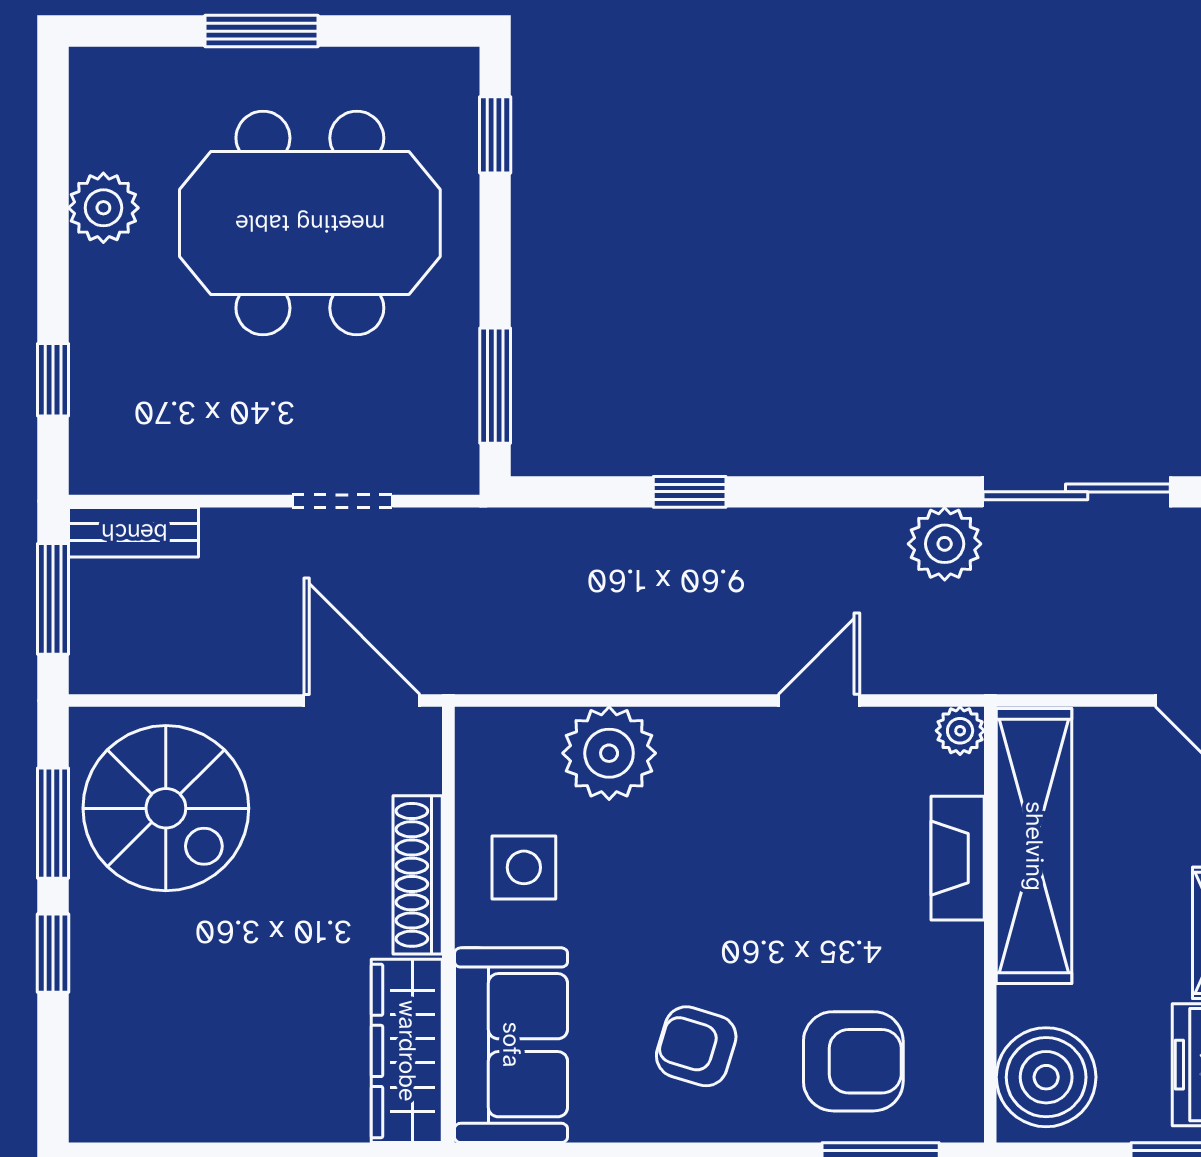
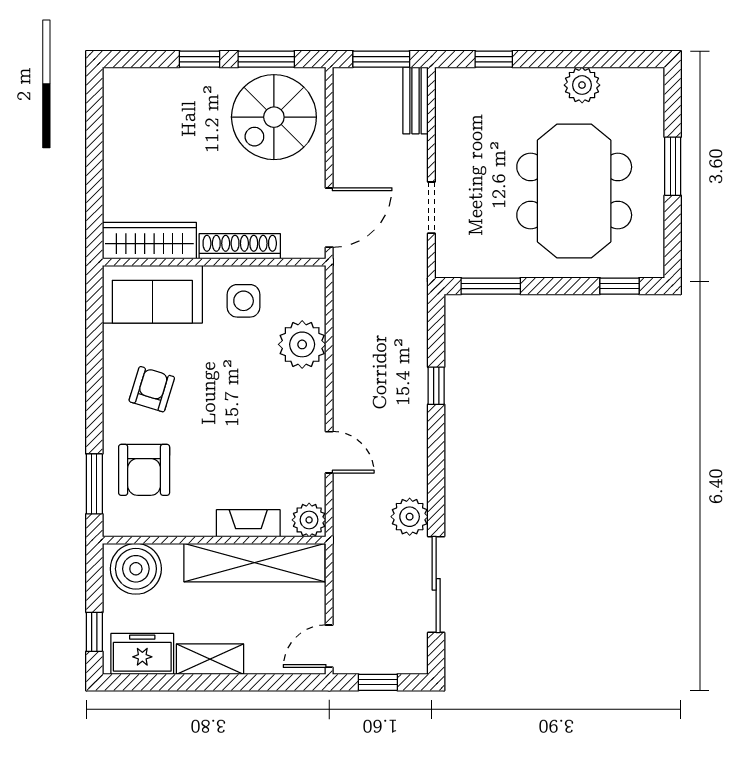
plant: (960, 731) -> (309, 520), width x1.38, depth x1.38

